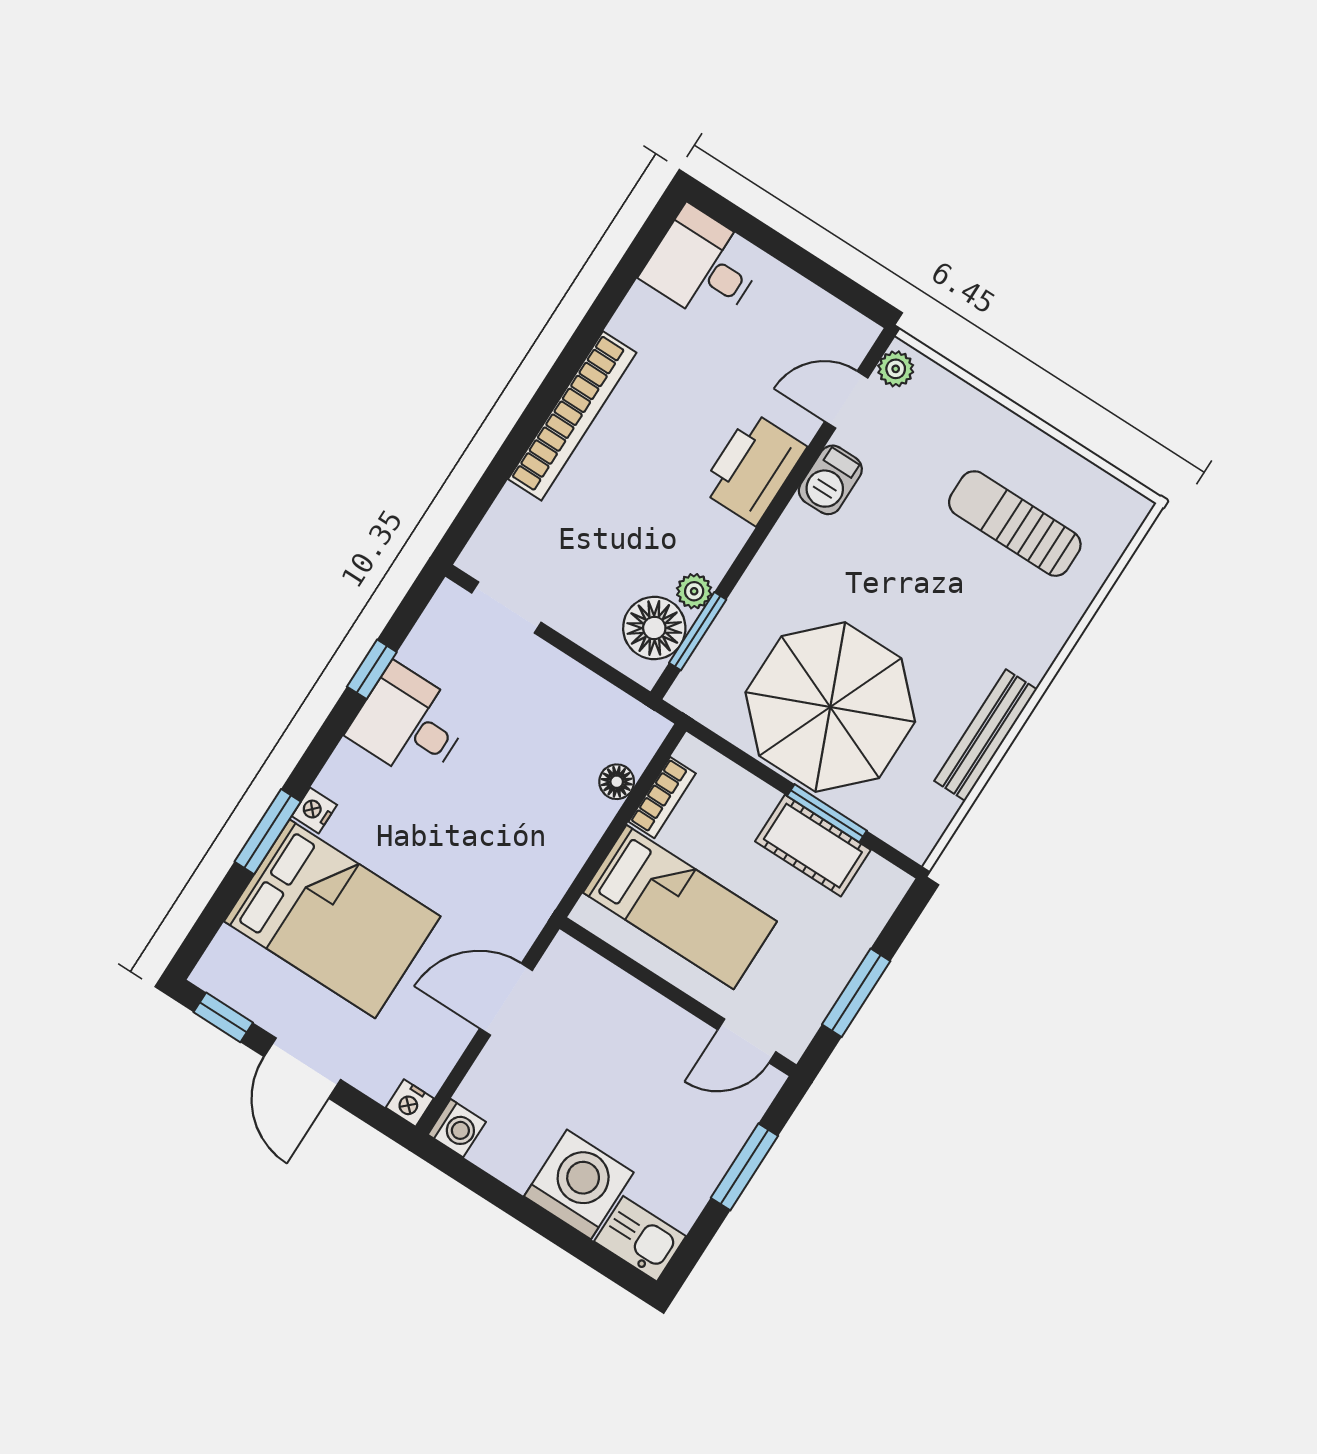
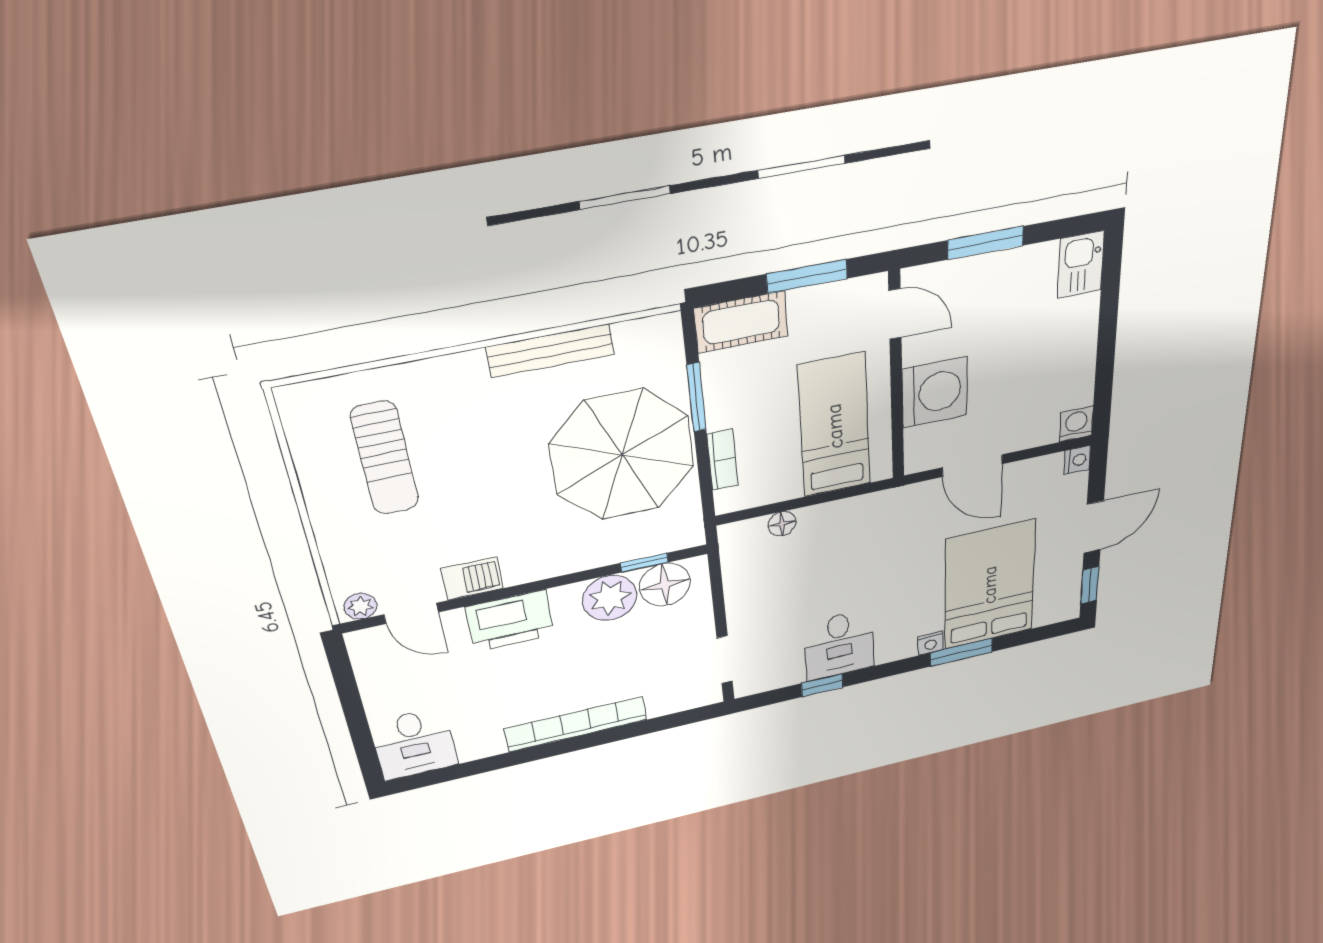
plant: (694, 591) -> (610, 598), width x1.88, depth x1.88
window: (698, 631) -> (644, 563), width x0.67
bookcase: (662, 798) -> (722, 460), moved, turned 90
cot: (813, 846) -> (741, 322), moved, turned 90
washing machine: (579, 1184) -> (935, 392), moved, turned 180

